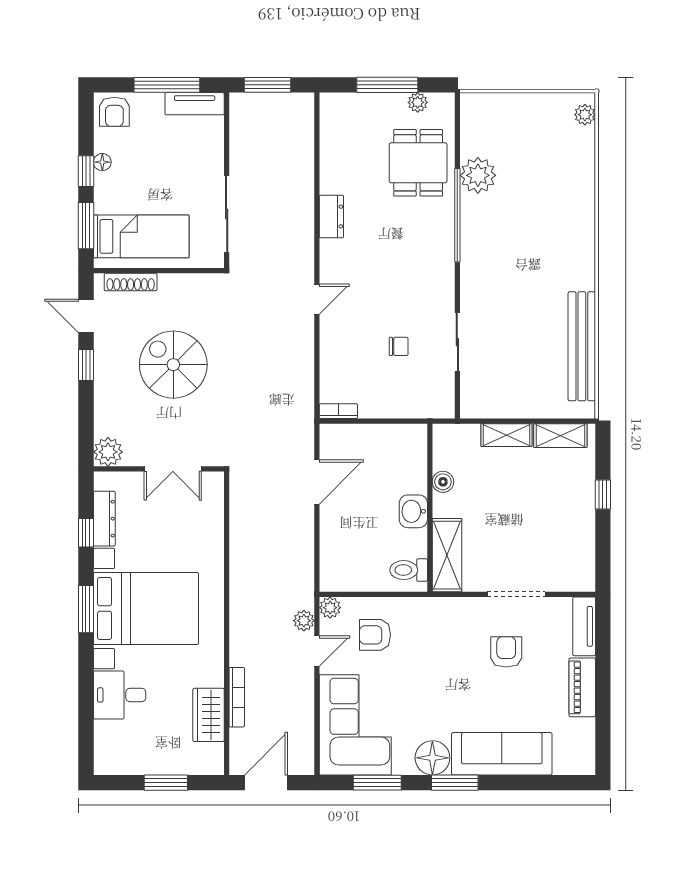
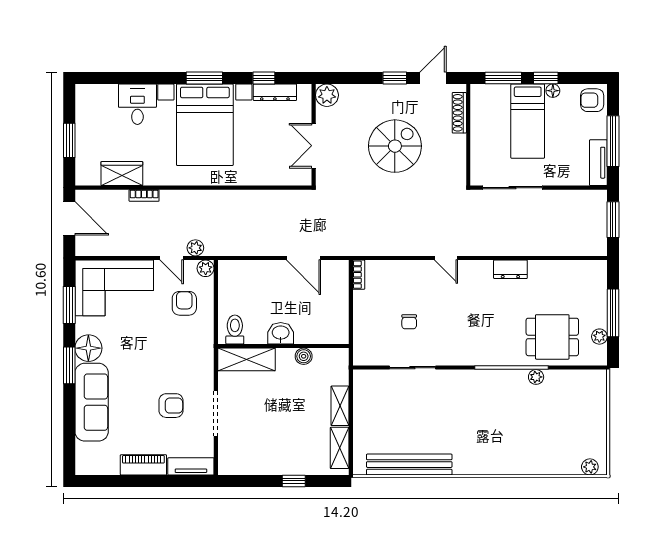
plant: (478, 175) -> (536, 377), width x0.53, depth x0.53
bed: (141, 236) -> (528, 121), moved
bookcase: (237, 697) -> (144, 195), width x0.64

